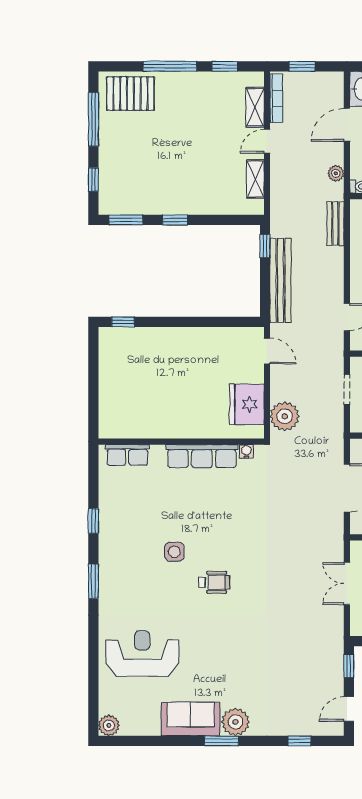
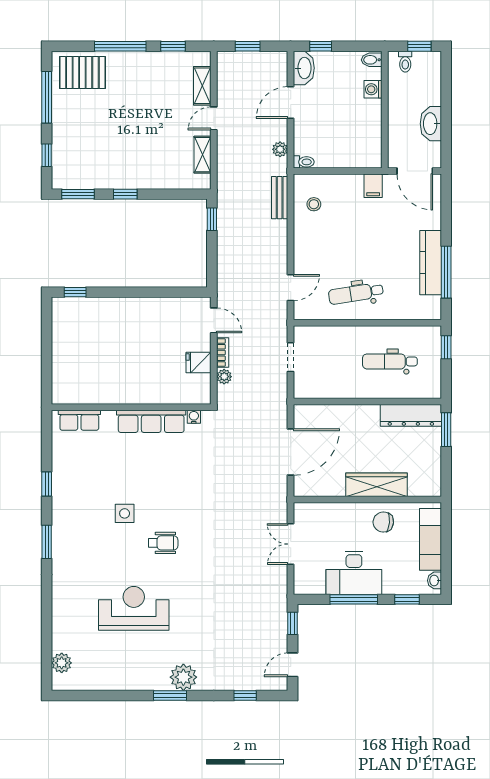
bookcase: (276, 98) -> (223, 353), moved, width x0.64
bench: (280, 280) -> (227, 252), removed
fridge: (247, 404) -> (199, 362), width x0.53, depth x0.75
plant: (285, 416) -> (224, 377), width x0.53, depth x0.53
reception desk: (142, 654) -> (134, 608), moved
sofa: (191, 719) -> (140, 674), removed
plant: (109, 725) -> (62, 663), moved

